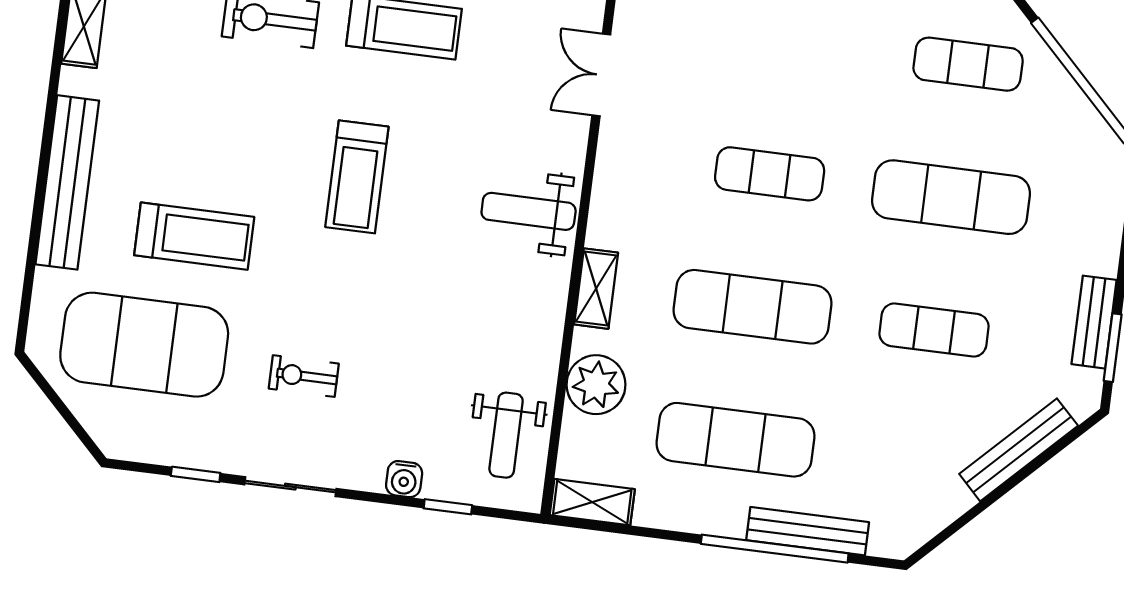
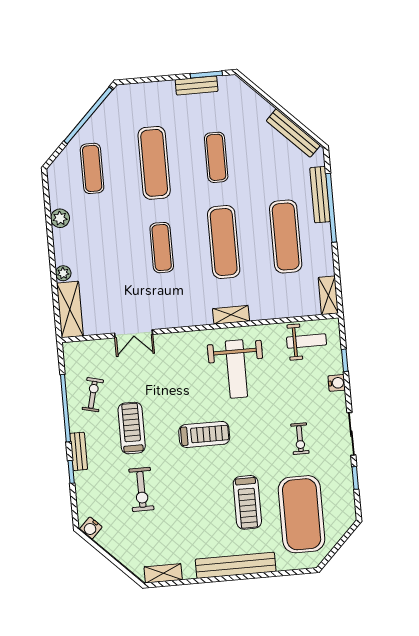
weight bench: (529, 211) -> (236, 369), moved, width x1.36, depth x1.33
treadmill: (194, 236) -> (247, 502), turned 180
plant: (596, 385) -> (275, 305), removed
bench: (1019, 450) -> (293, 133), moved

